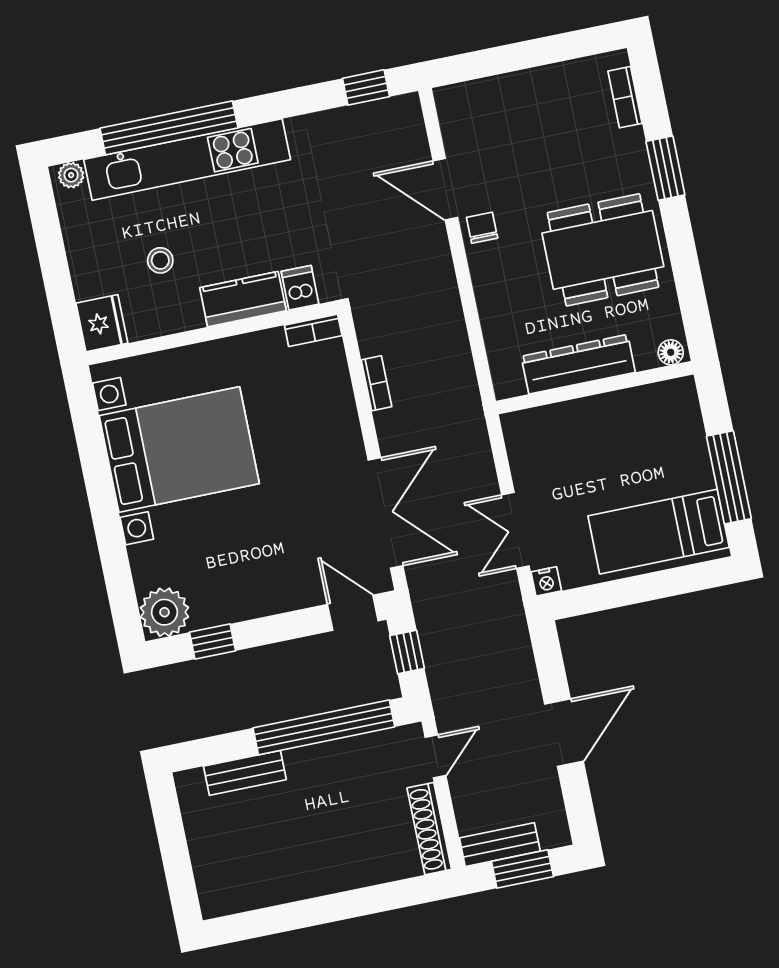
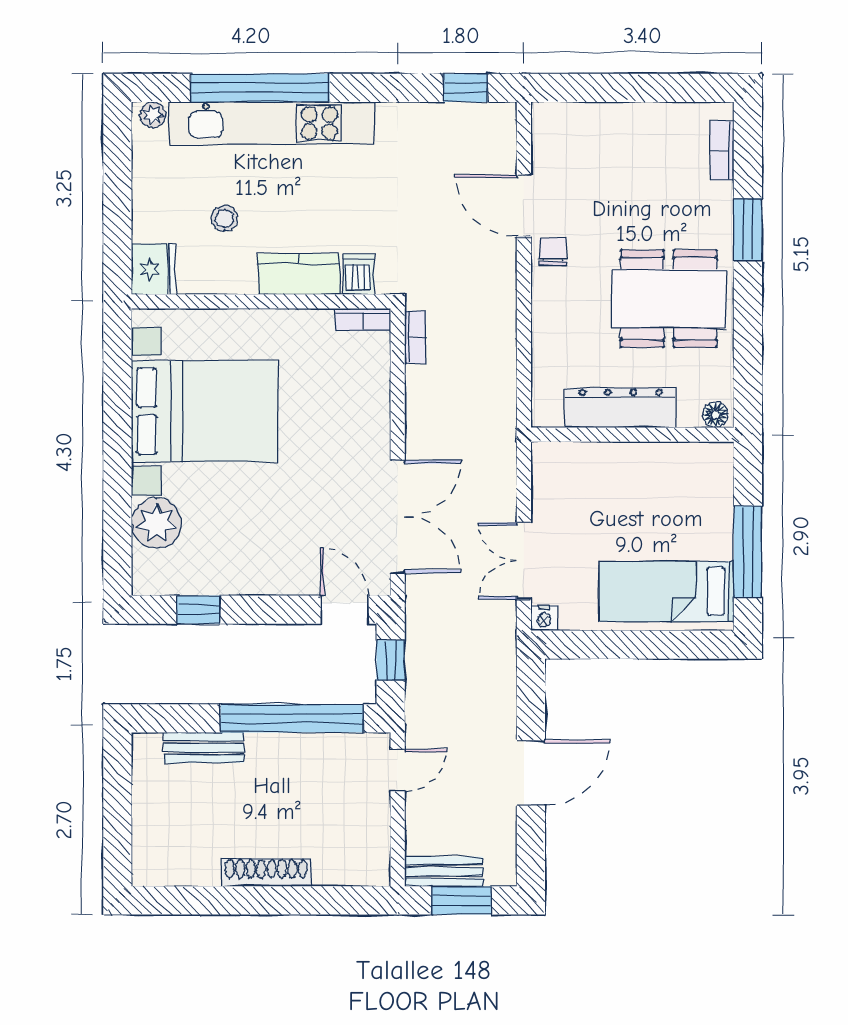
bookcase: (377, 383) -> (415, 337), moved
plant: (164, 612) -> (156, 523), moved
shoe rack: (429, 829) -> (266, 872), moved, turned 90

